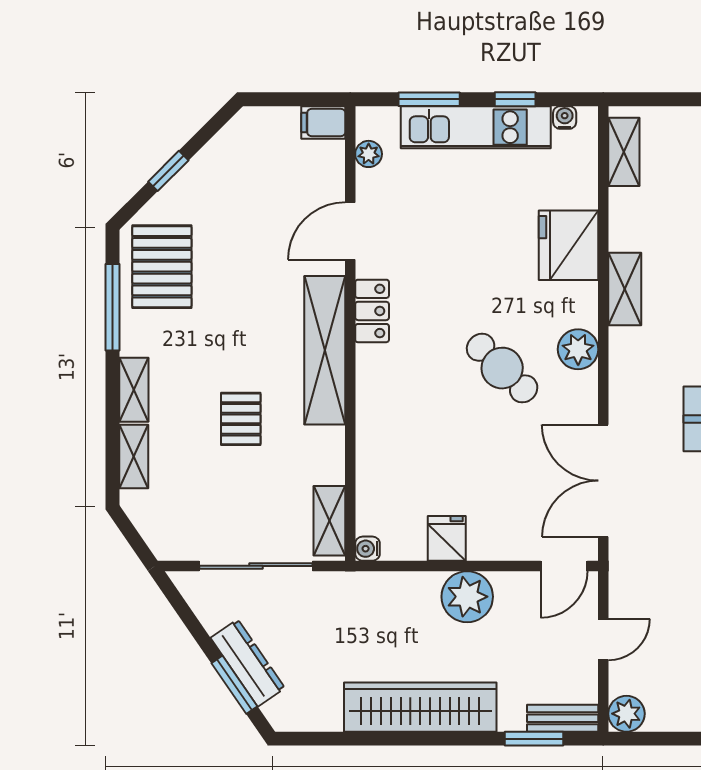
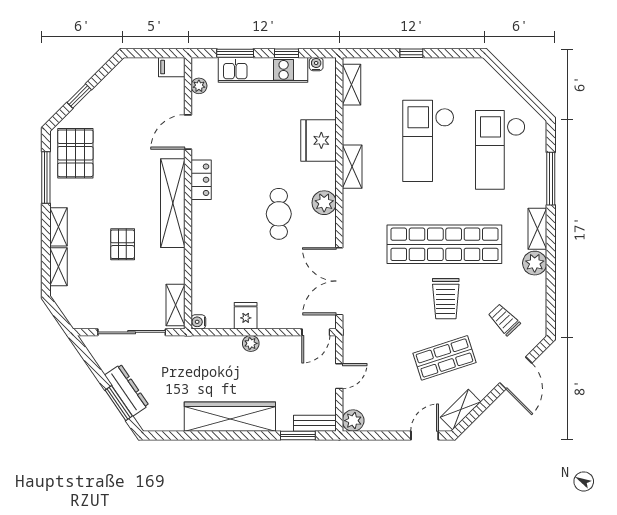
cafe table: (502, 368) -> (279, 214), turned 46
plant: (467, 597) -> (251, 343), width x0.53, depth x0.53

